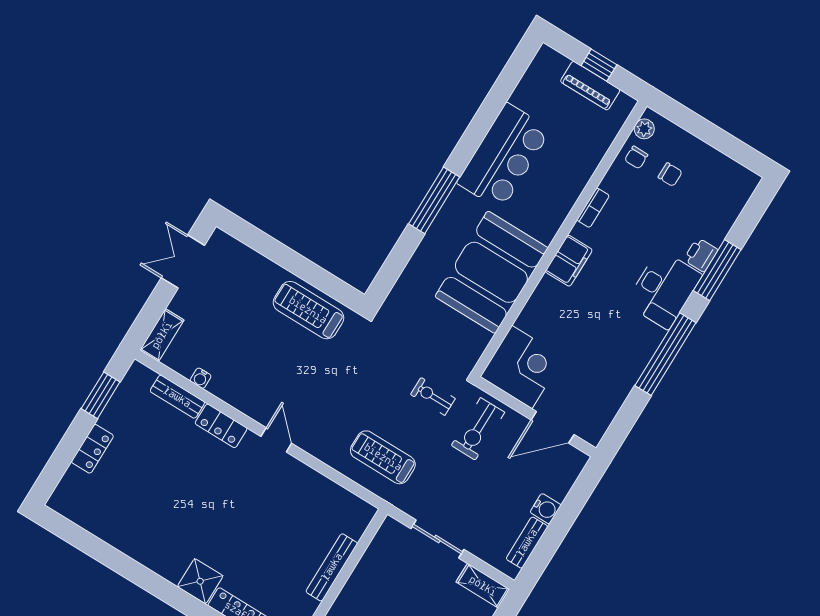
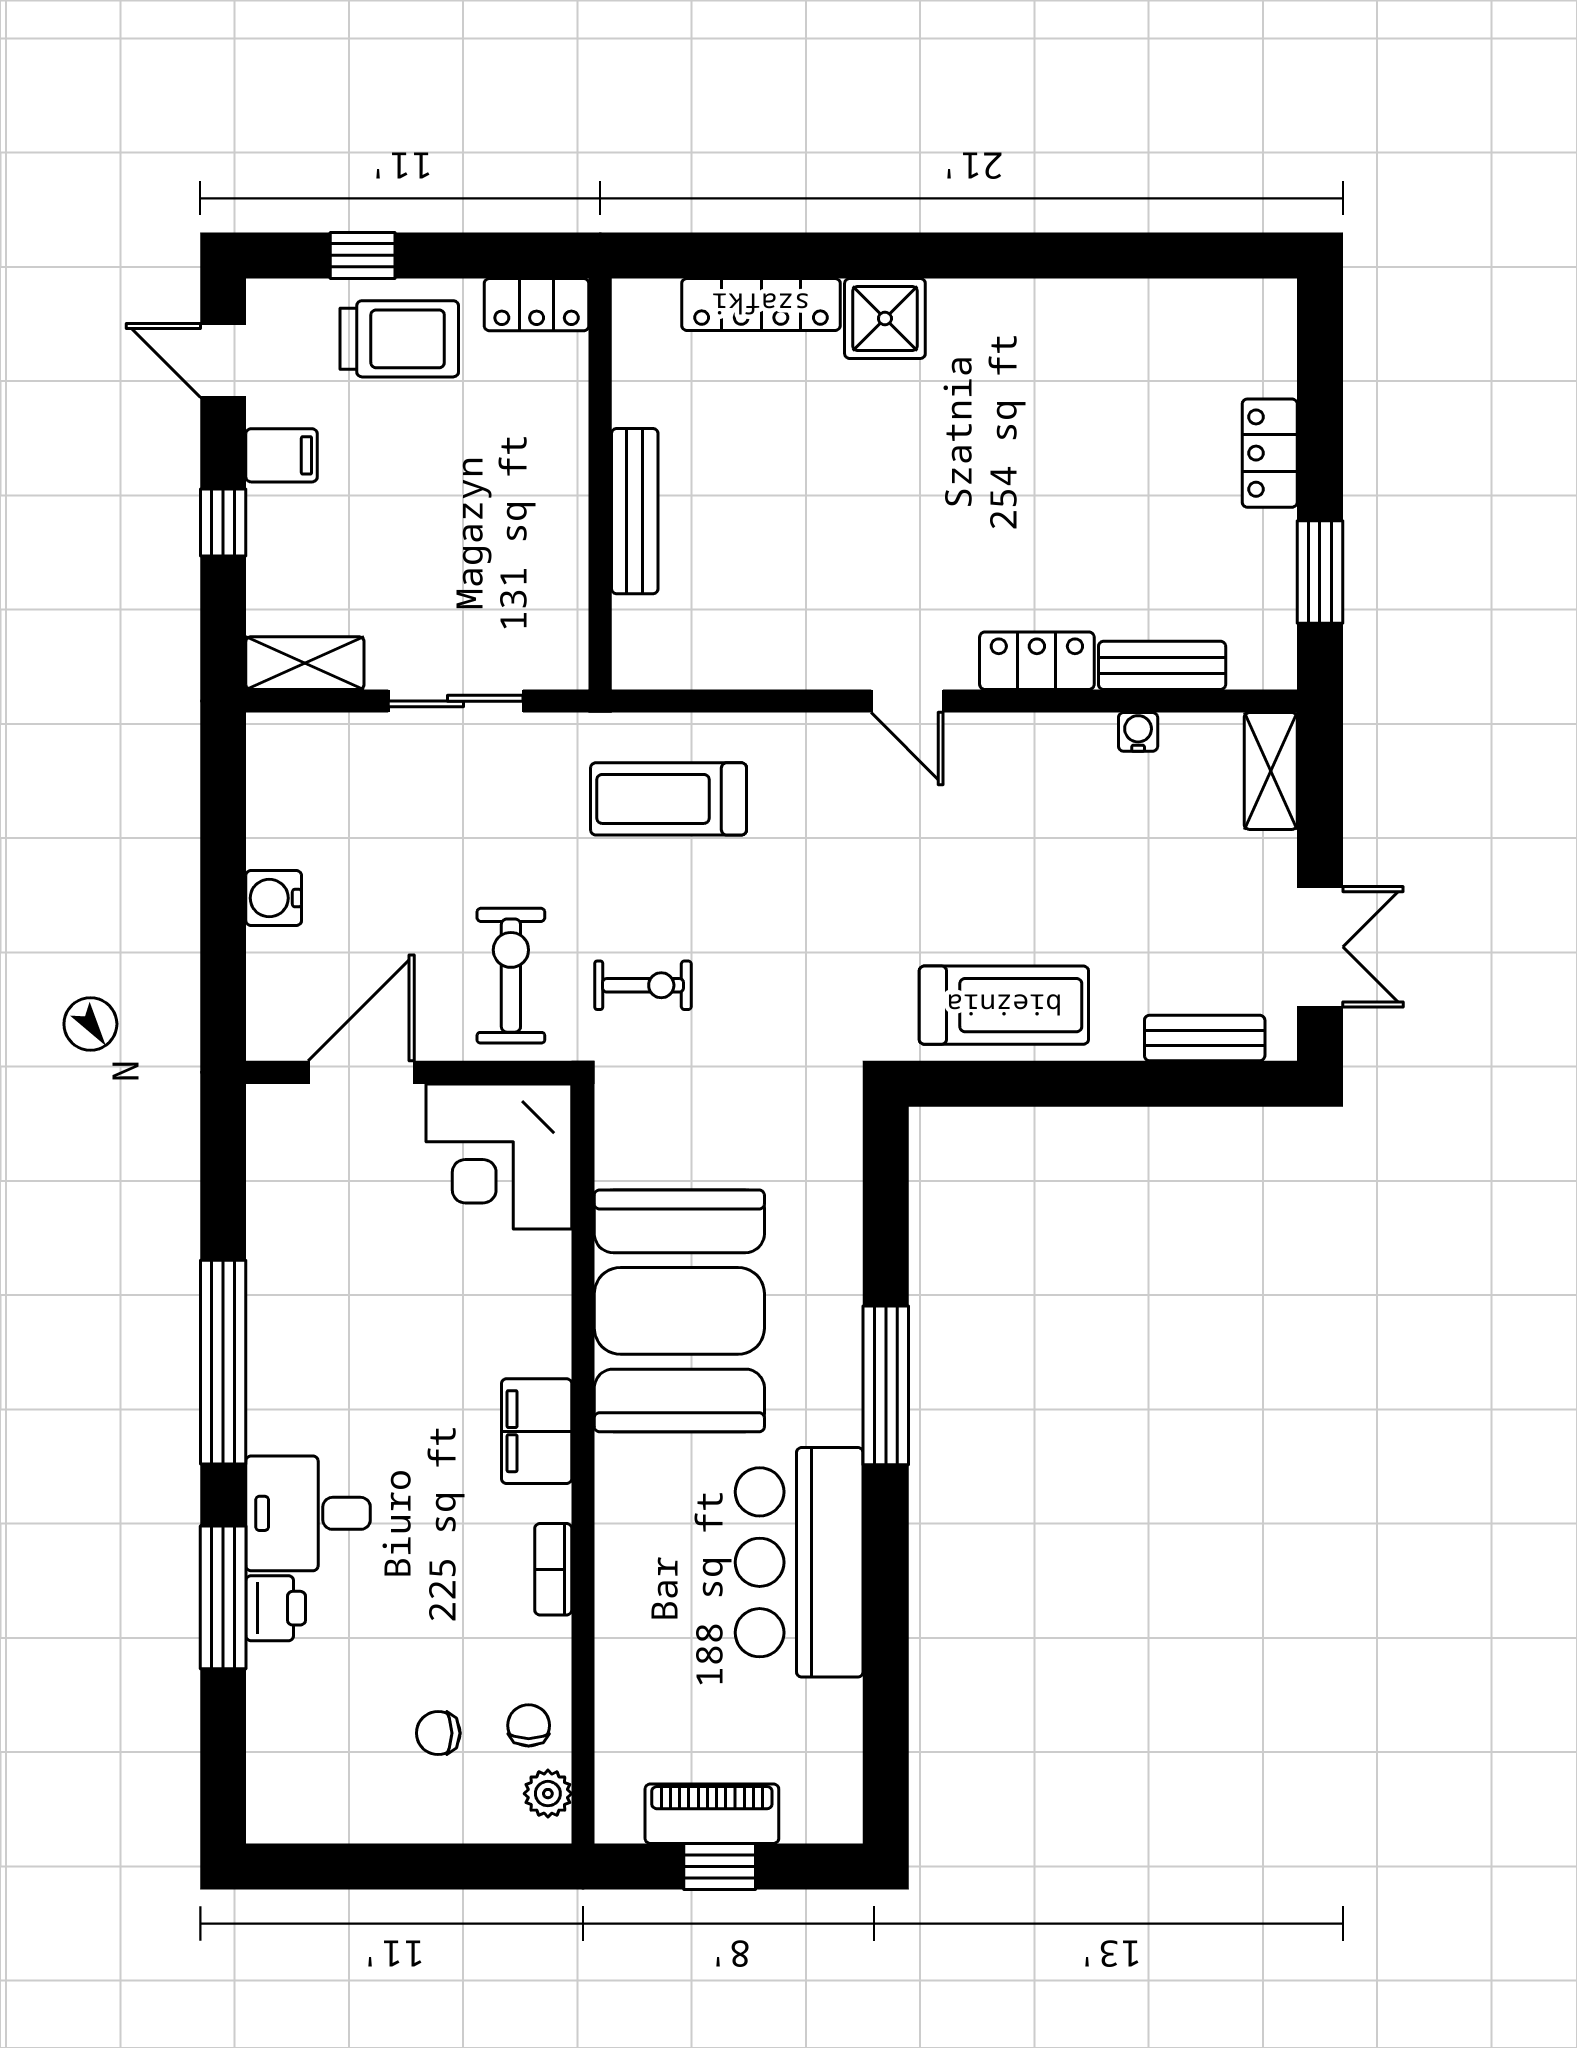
desk: (664, 289) -> (308, 1513), width x0.73
treadmill: (383, 457) -> (669, 799), turned 180
bench: (527, 543) -> (1205, 1038), moved, turned 90

